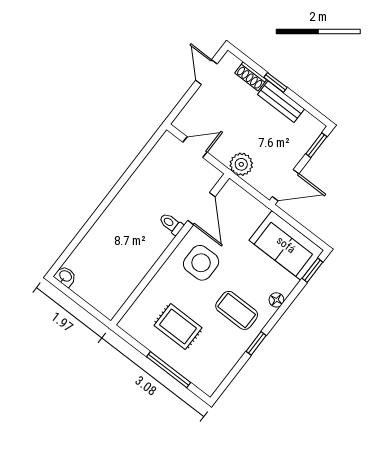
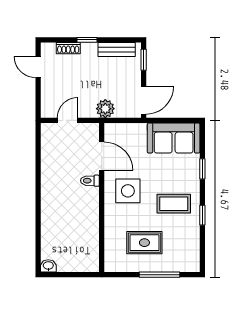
bench: (281, 102) -> (117, 49), moved
window: (312, 270) -> (202, 169), moved
floor lamp: (276, 300) -> (194, 178), removed

